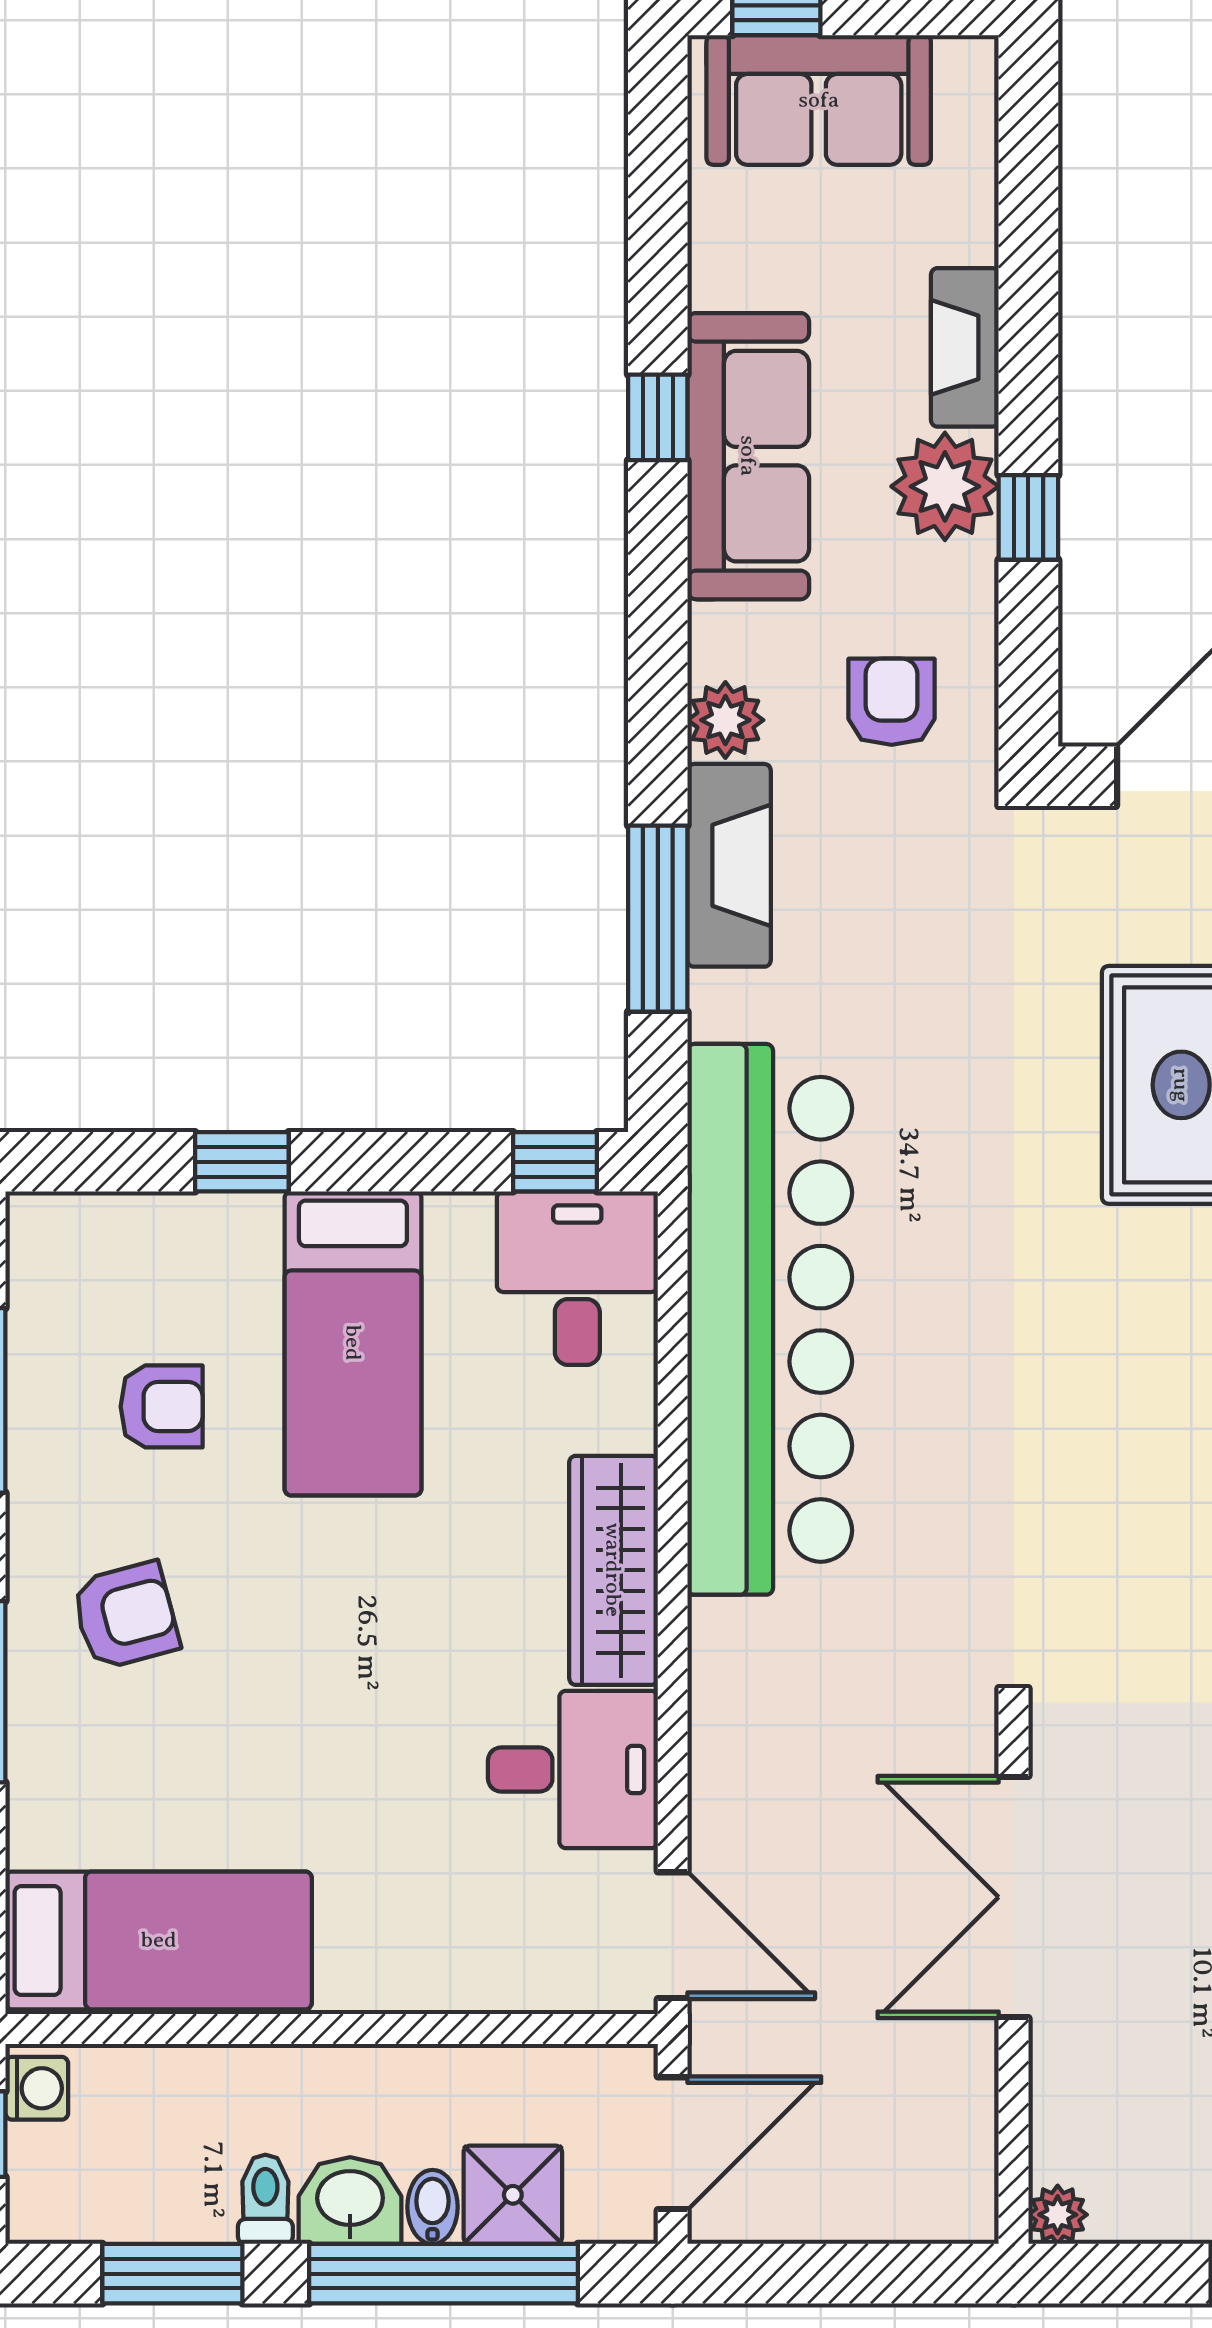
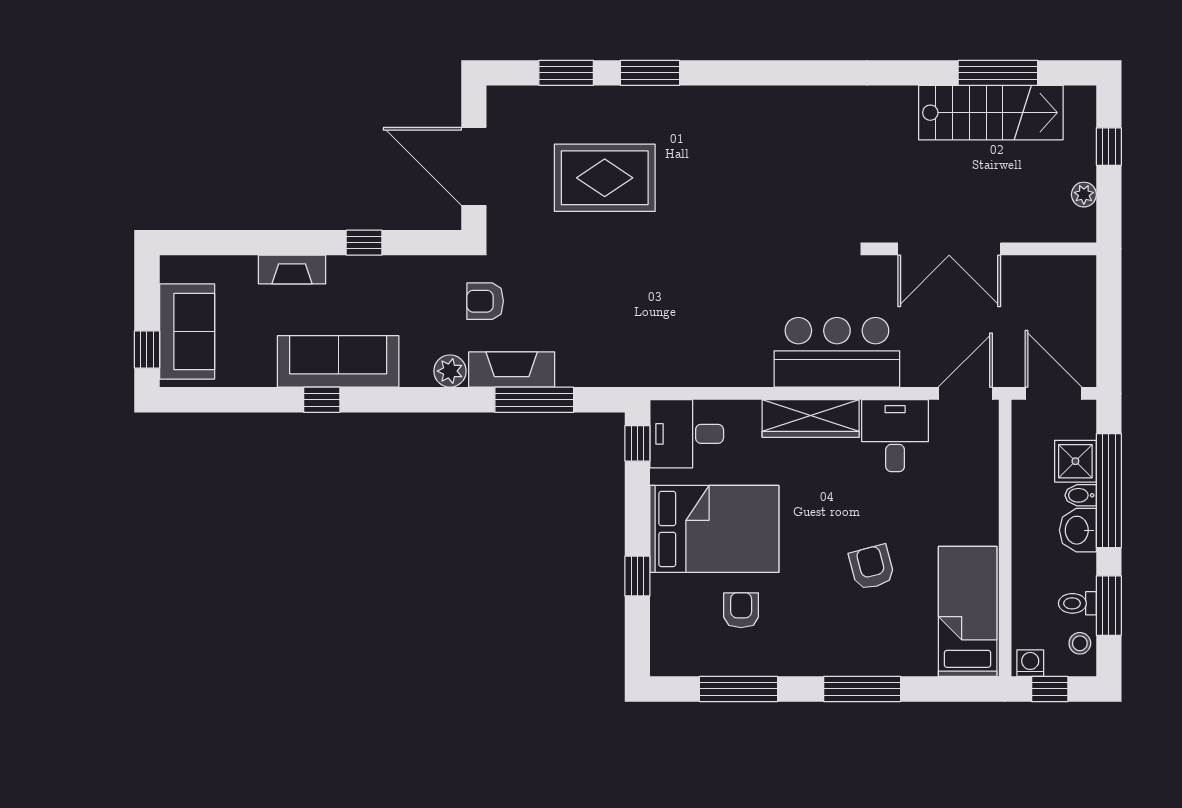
plant: (945, 486) -> (351, 278), removed
armchair: (892, 702) -> (485, 301), moved
bar counter: (770, 1319) -> (837, 352), moved, width x0.54
bed: (353, 1343) -> (714, 529), width x1.50
armchair: (125, 1616) -> (872, 567), moved
toilet: (265, 2199) -> (1077, 603), moved
stool: (83, 2205) -> (1080, 643), added
plant: (1058, 2215) -> (1084, 195), moved

